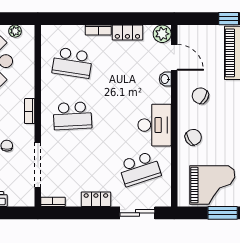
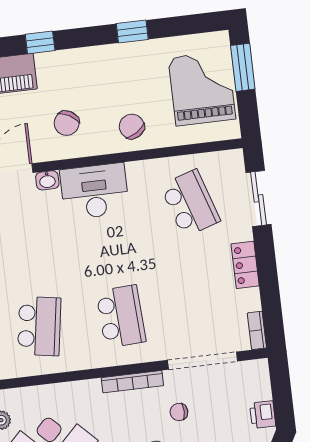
bookcase: (30, 111) -> (132, 382), width x1.56
desk: (155, 125) -> (95, 191), moved

